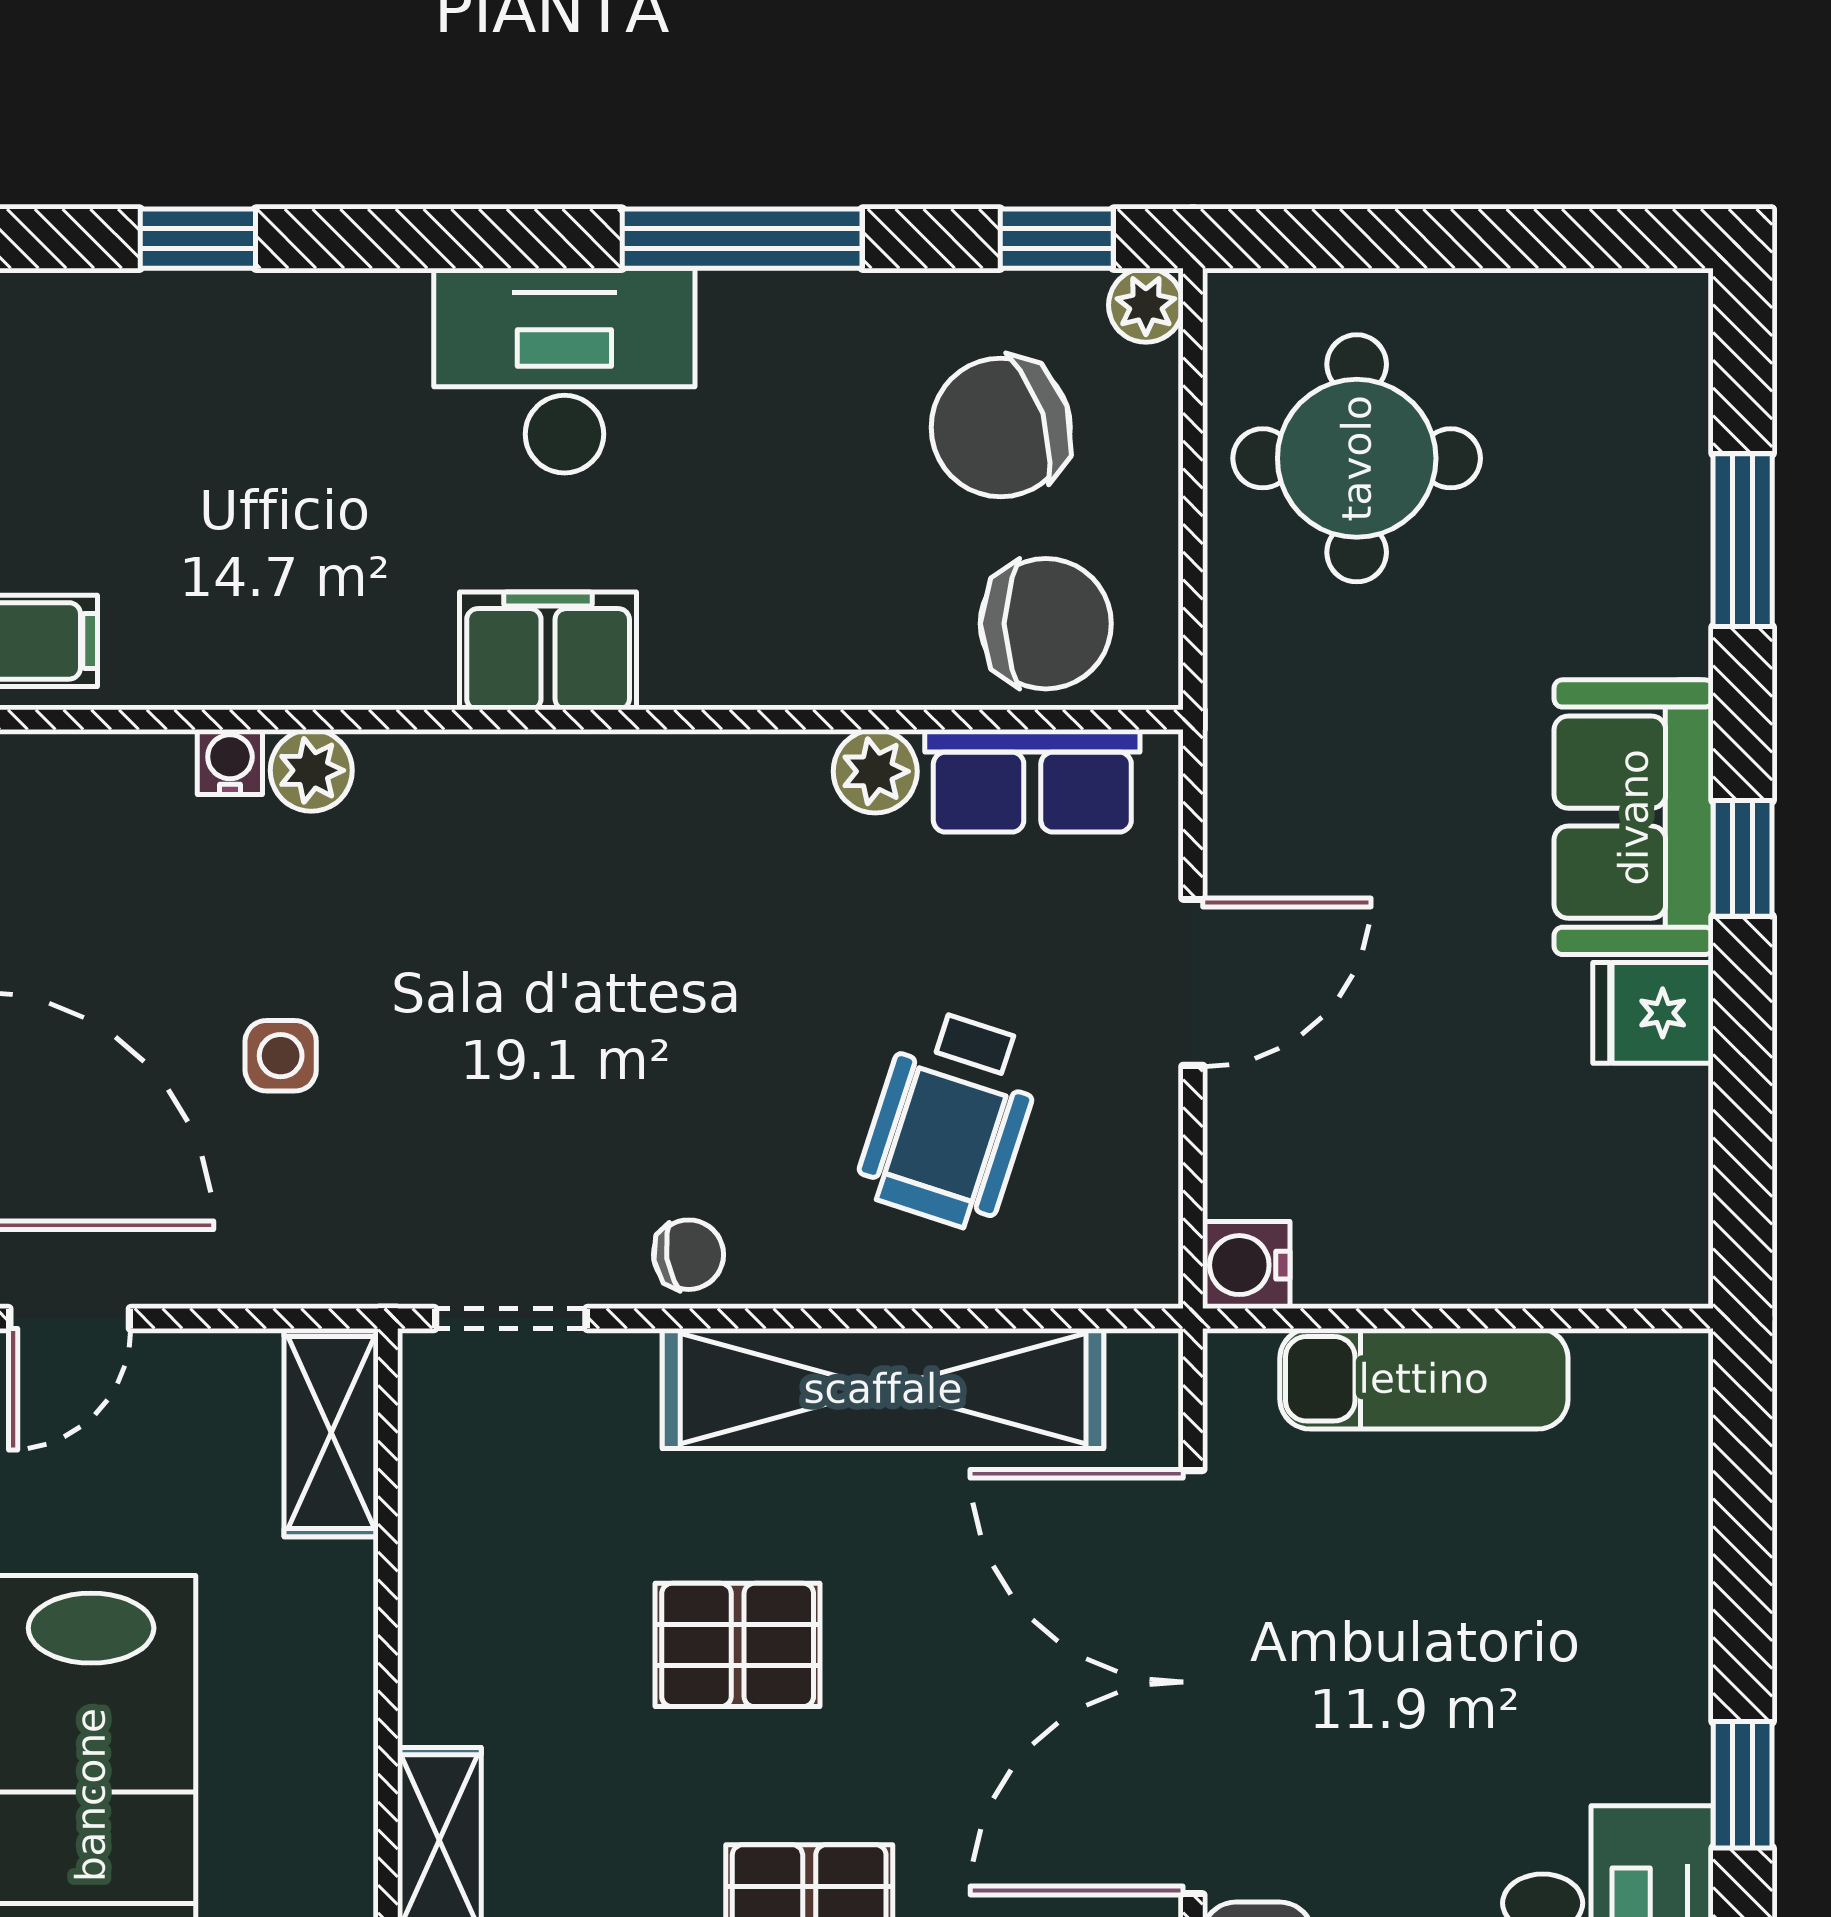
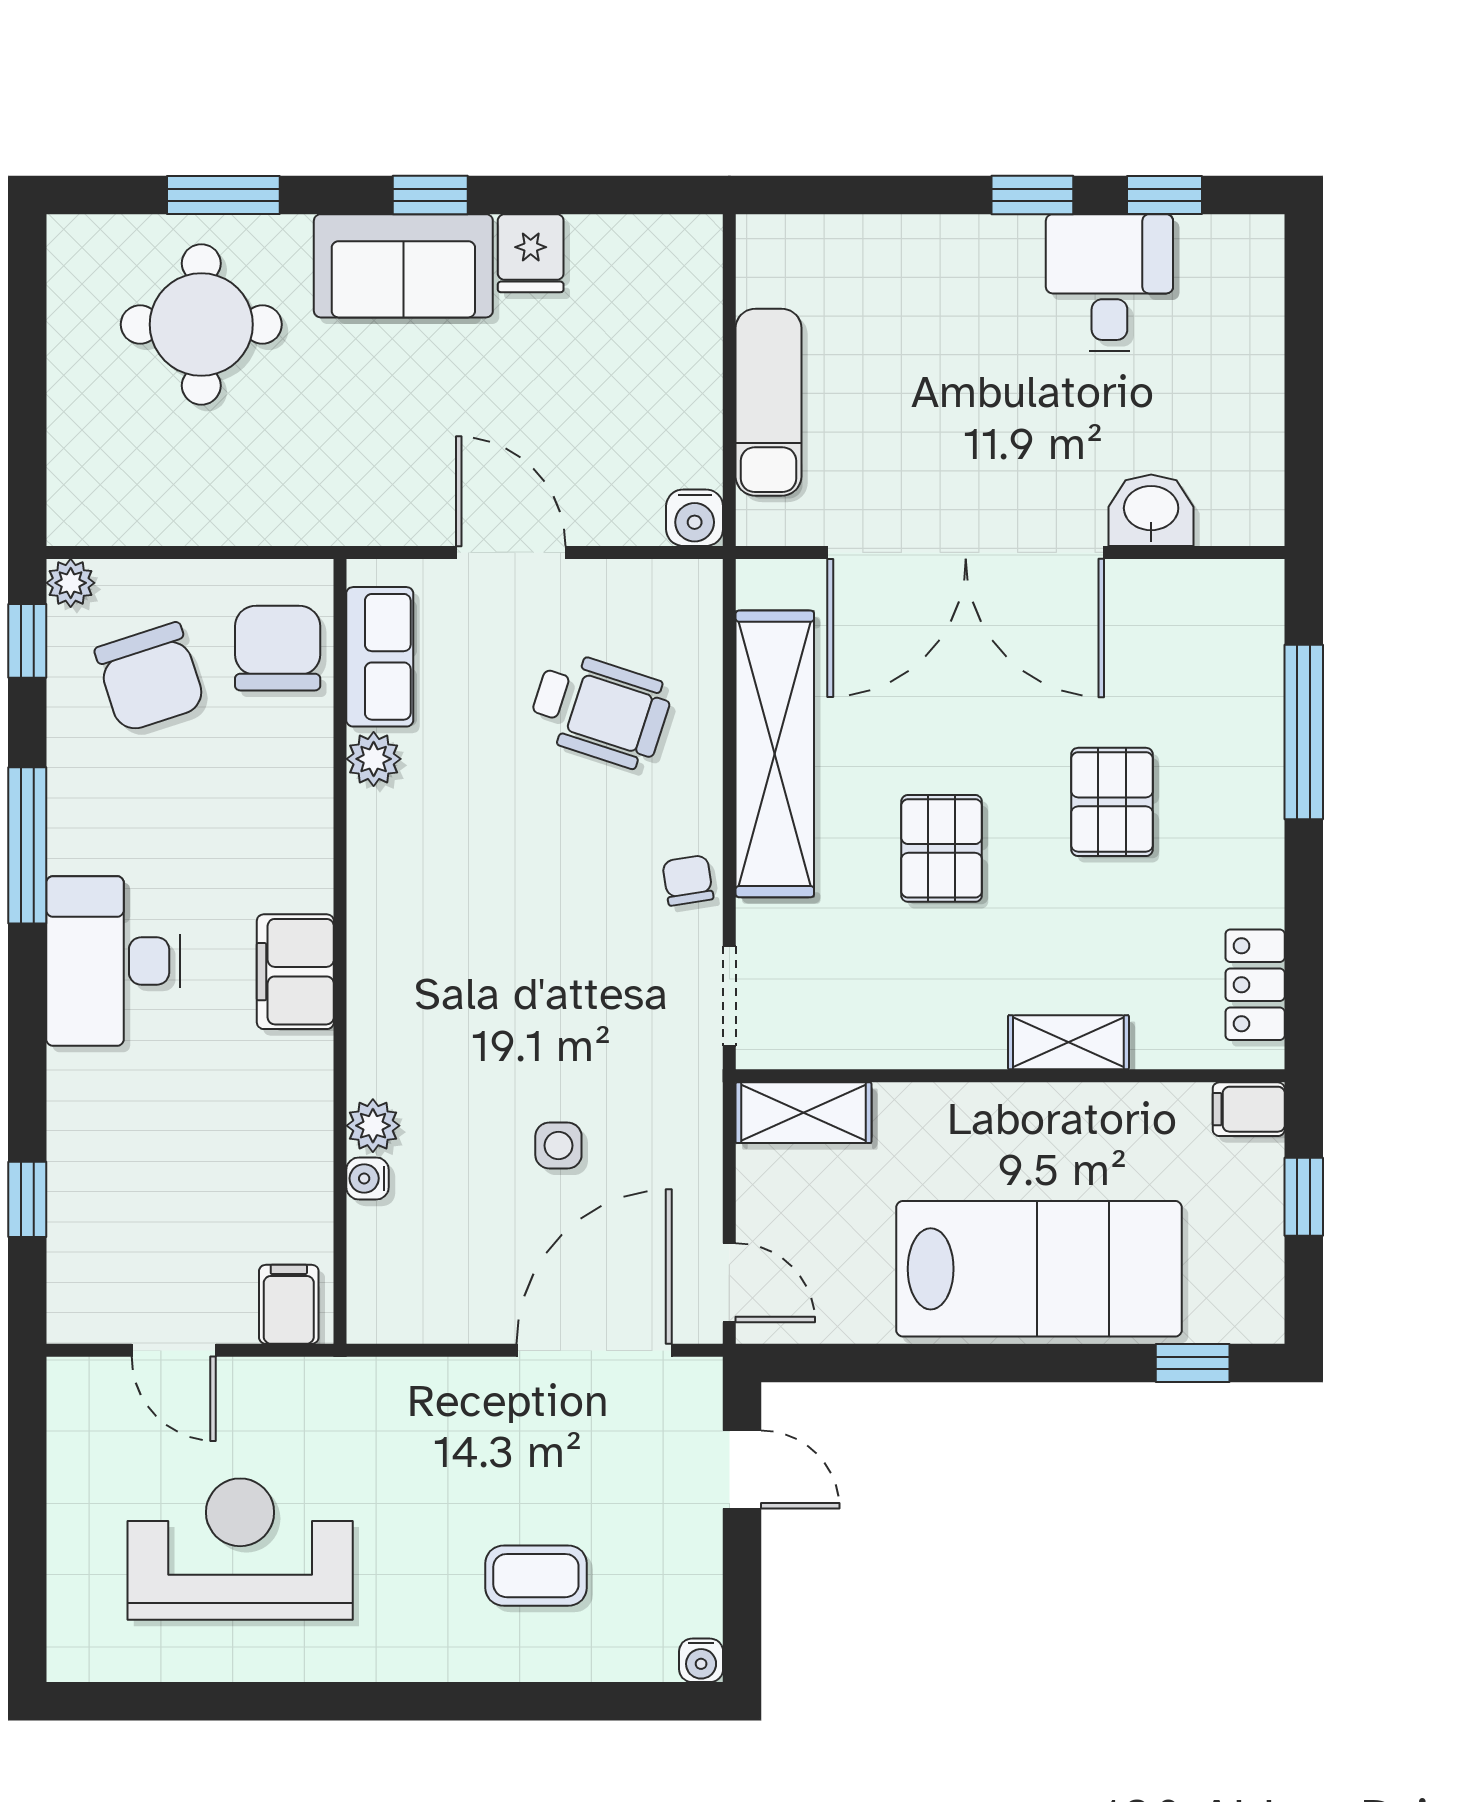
round table: (1357, 458) -> (201, 324), moved

